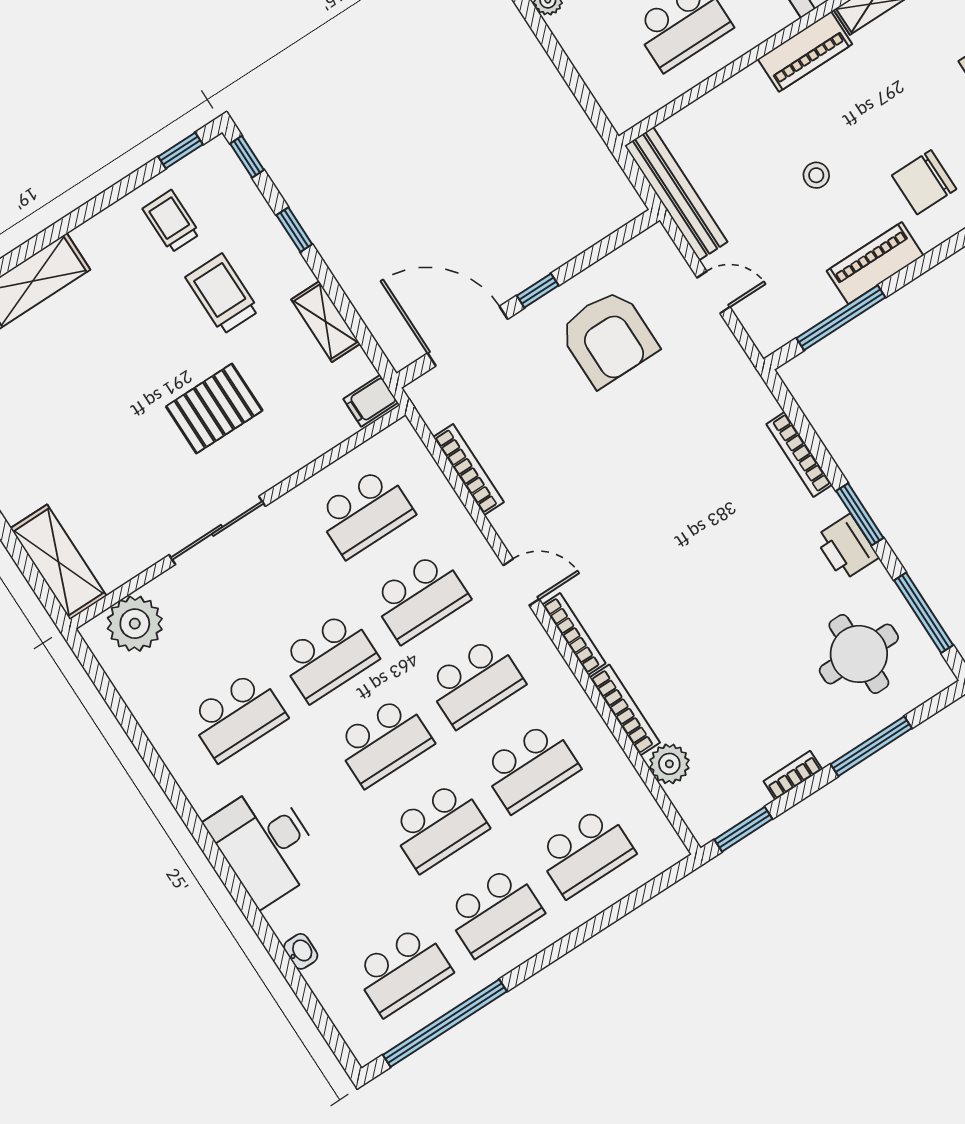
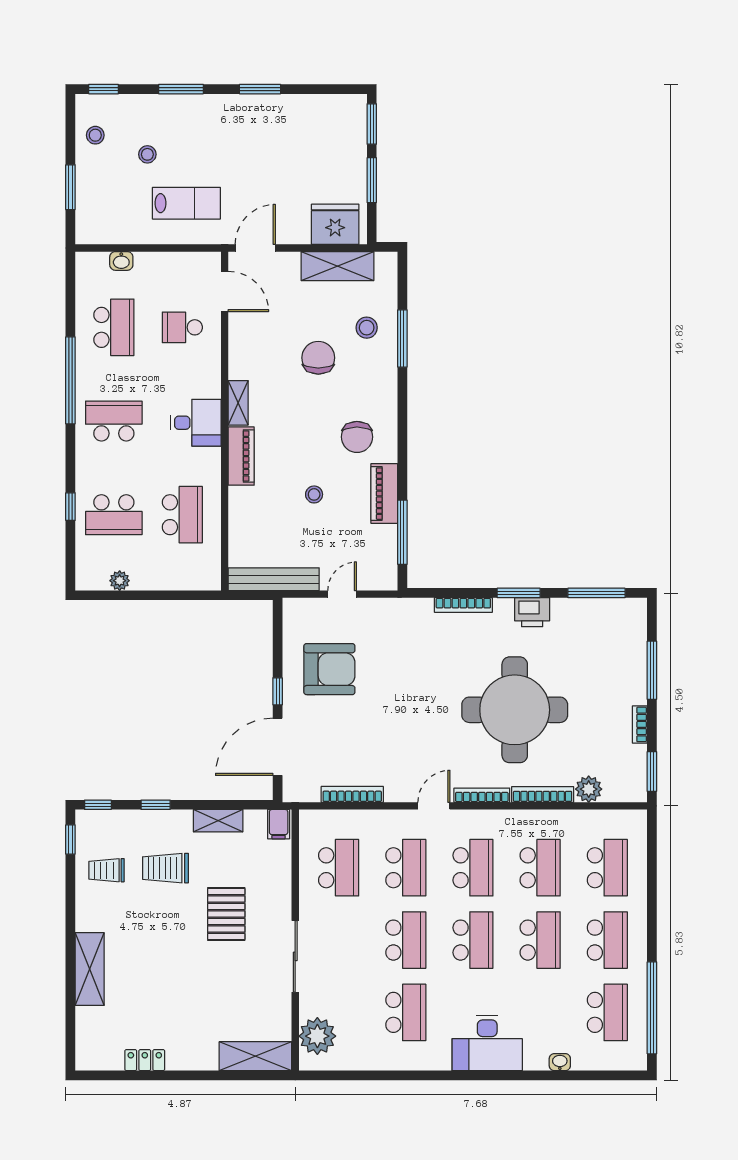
round table: (859, 654) -> (515, 710), moved, width x1.86, depth x1.86

